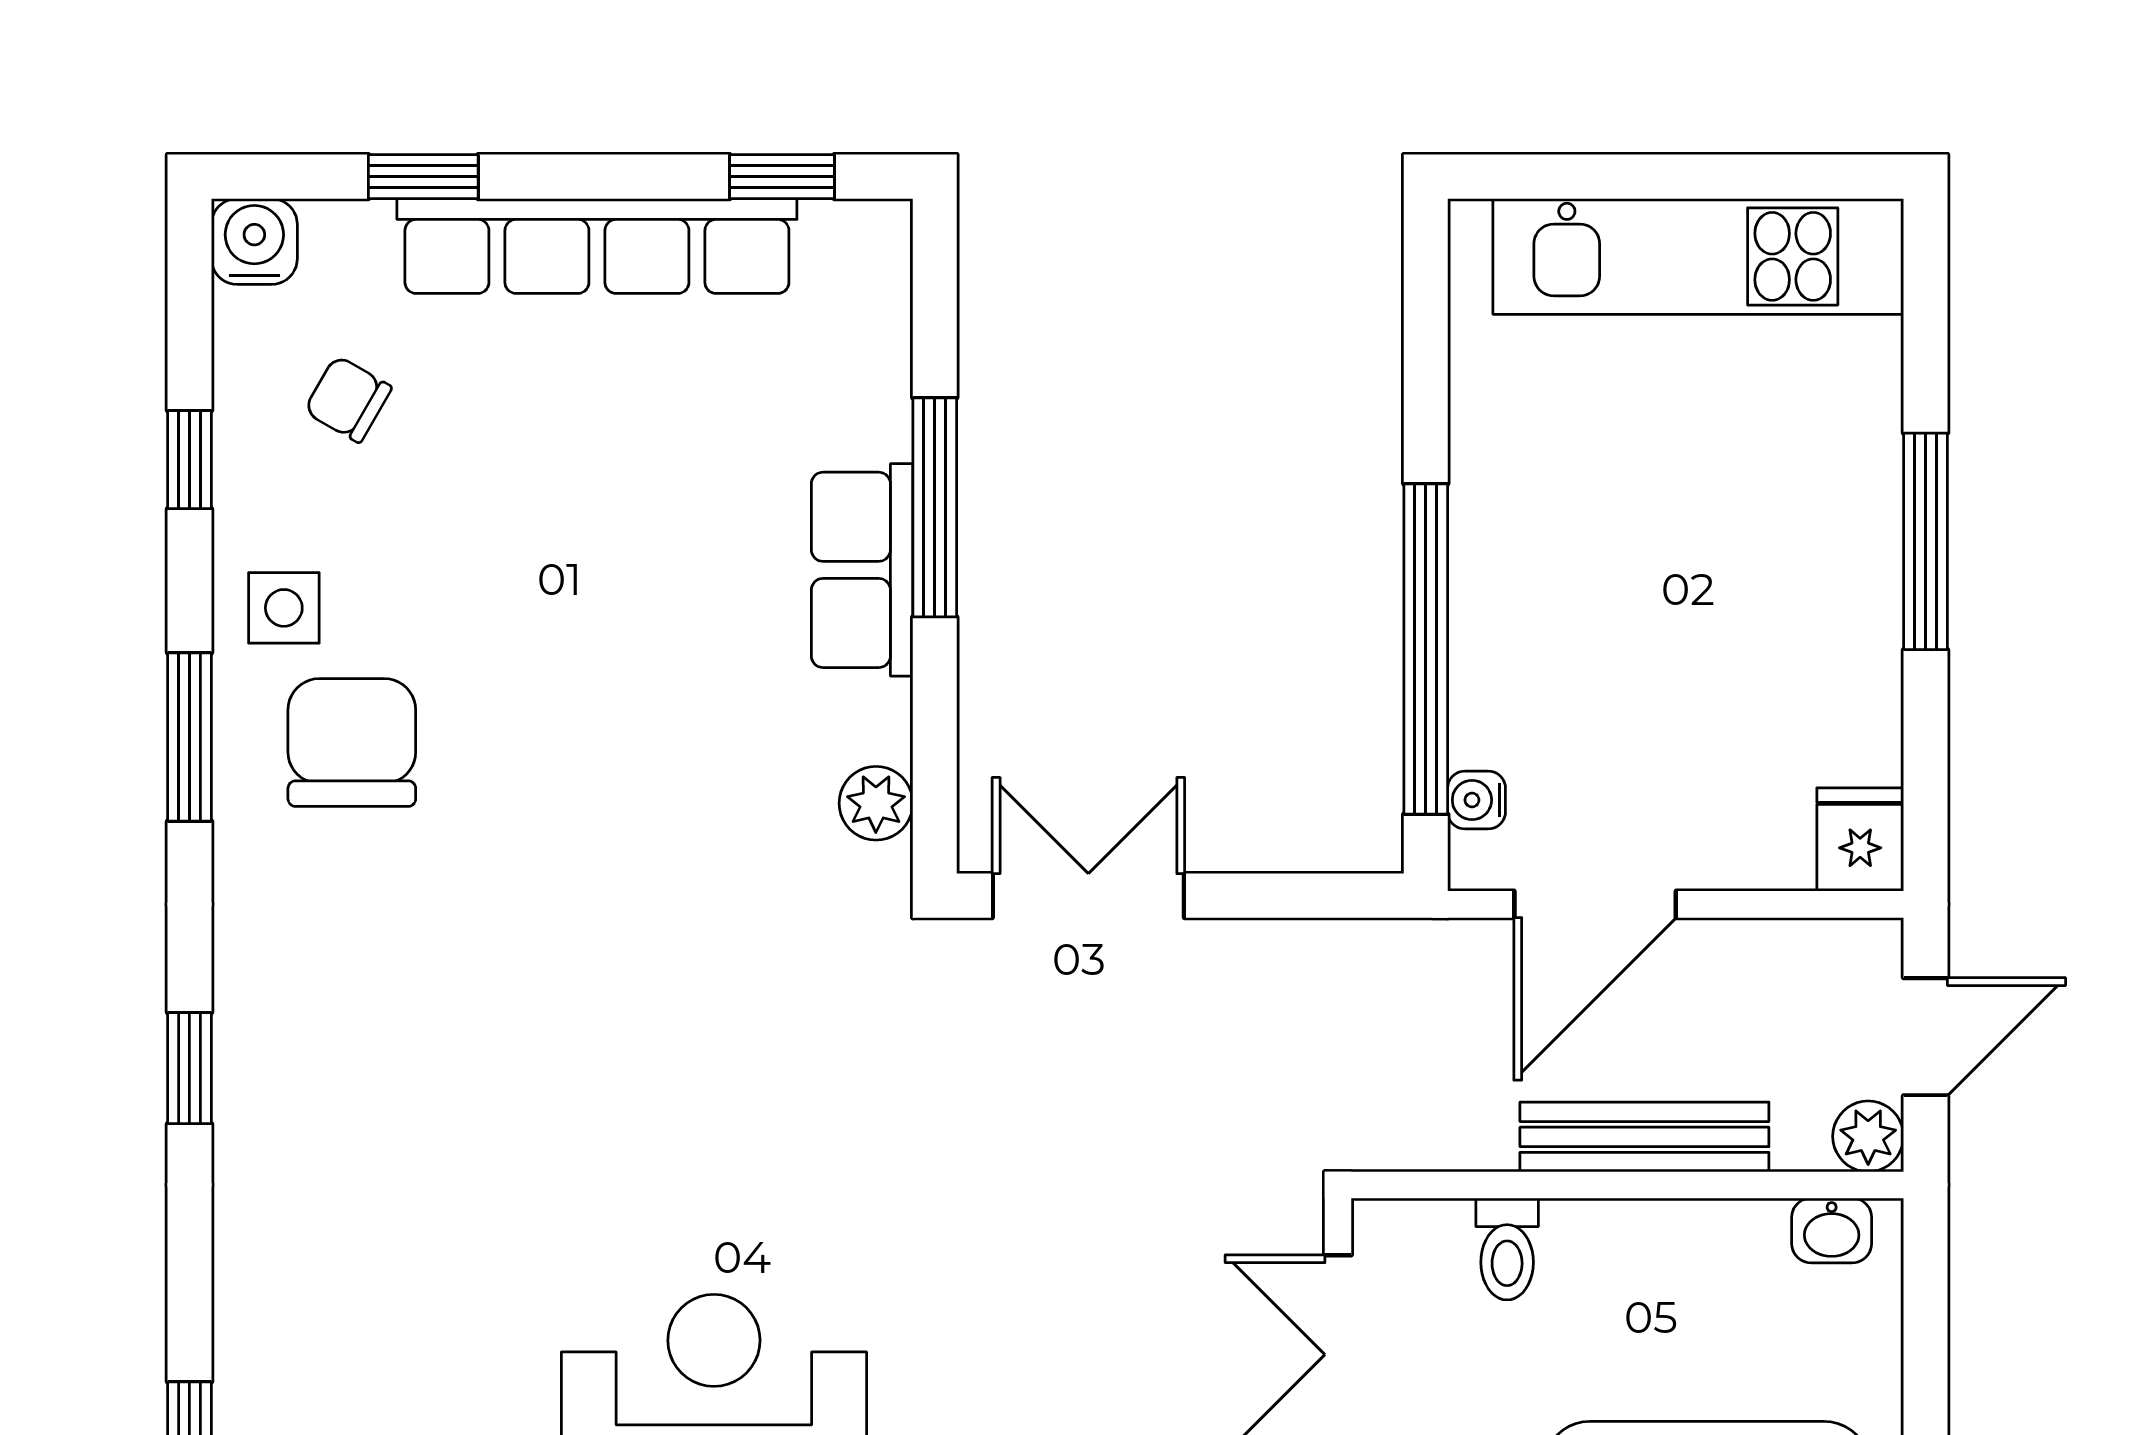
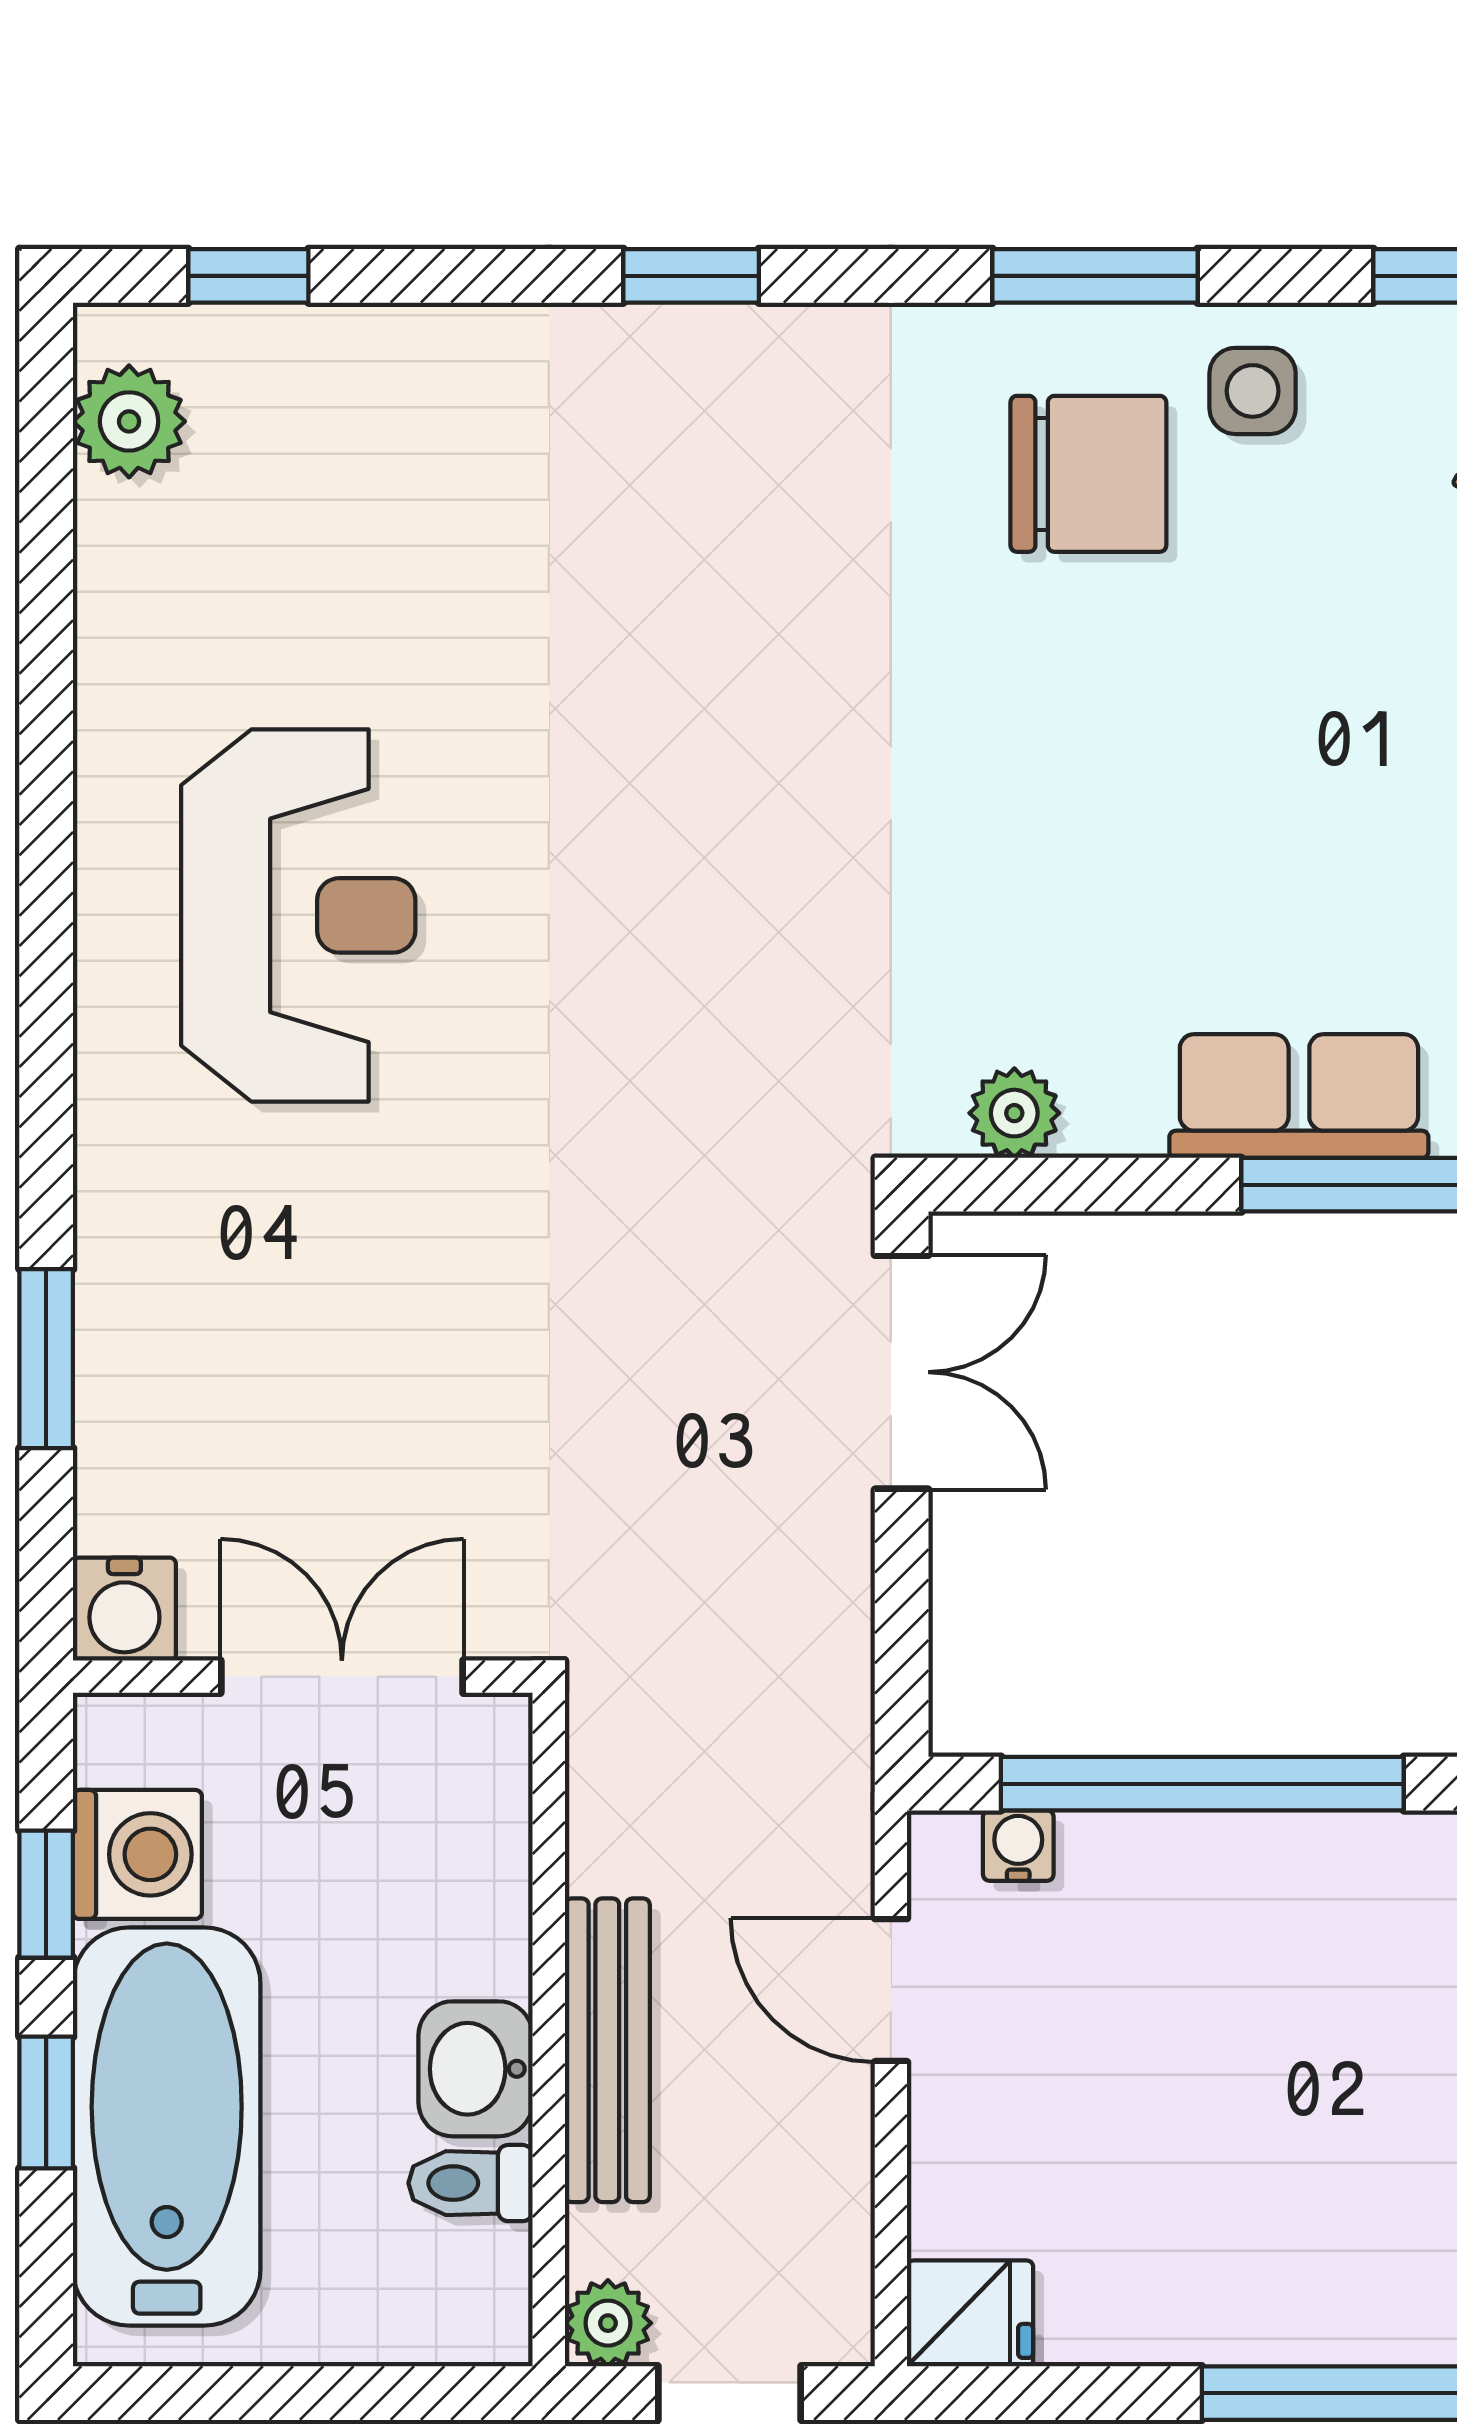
door: (1595, 904) -> (891, 1990), width x0.73
washbasin: (1832, 1230) -> (476, 2069), moved, width x1.38, depth x1.45
toilet: (1507, 1249) -> (471, 2183), moved

